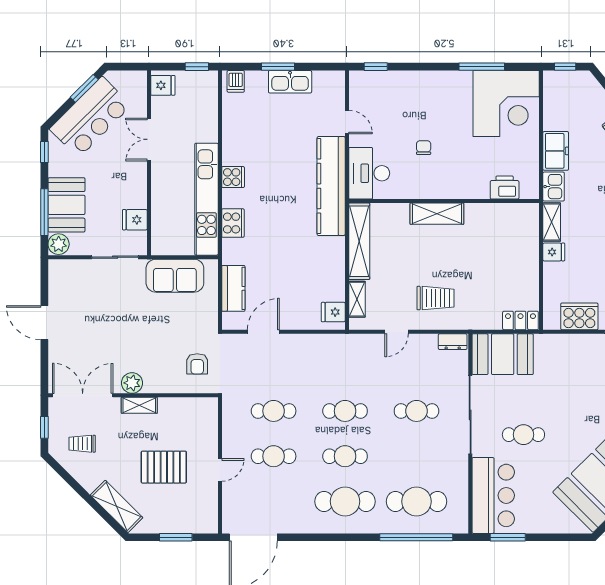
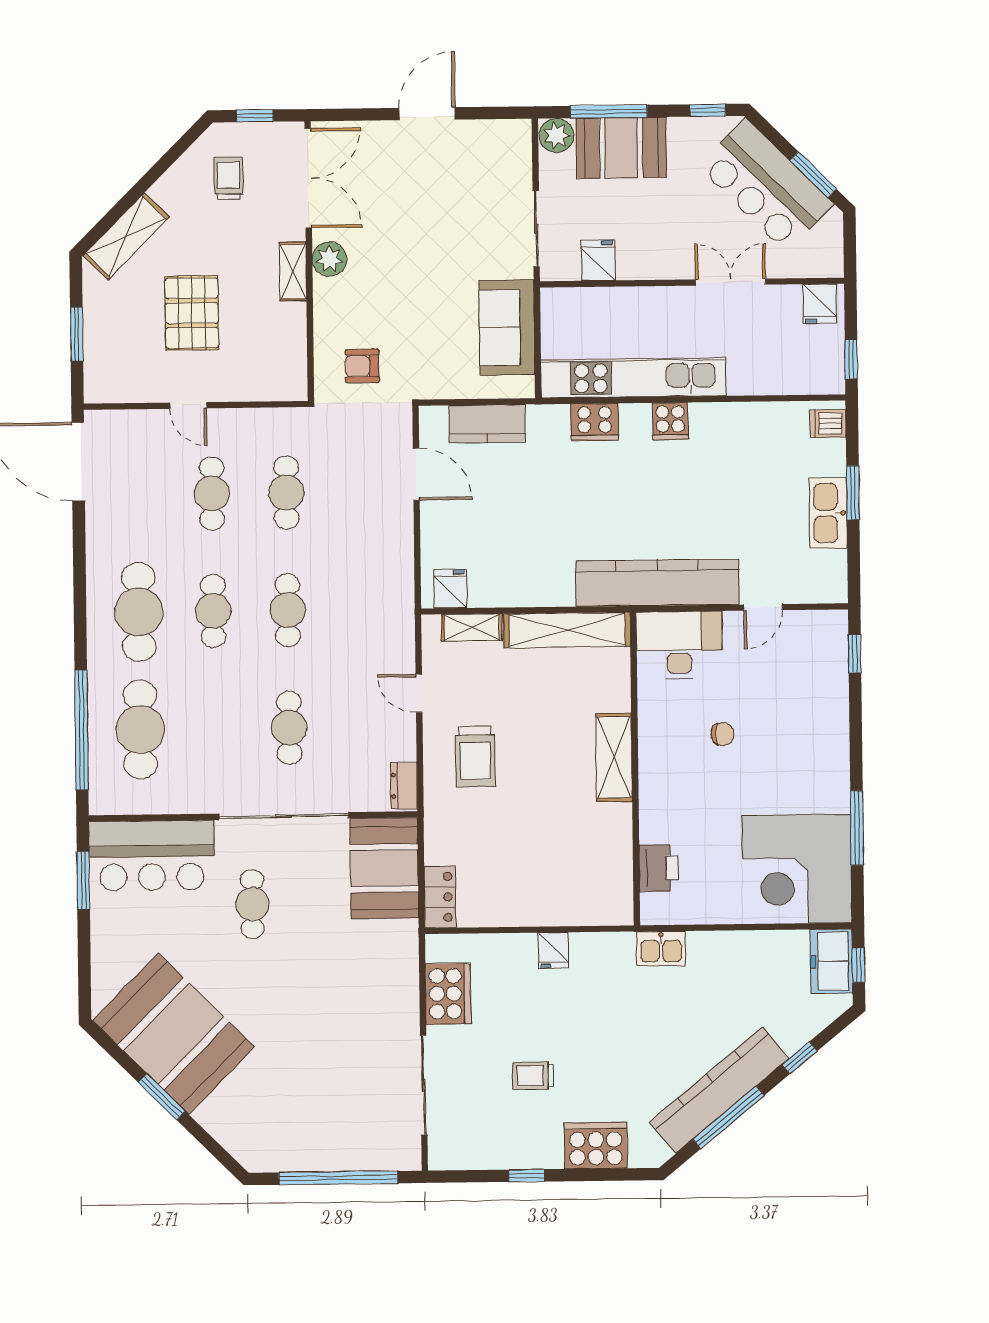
freezer: (556, 151) -> (831, 961), moved, turned 90
shelving: (552, 222) -> (603, 946), removed

